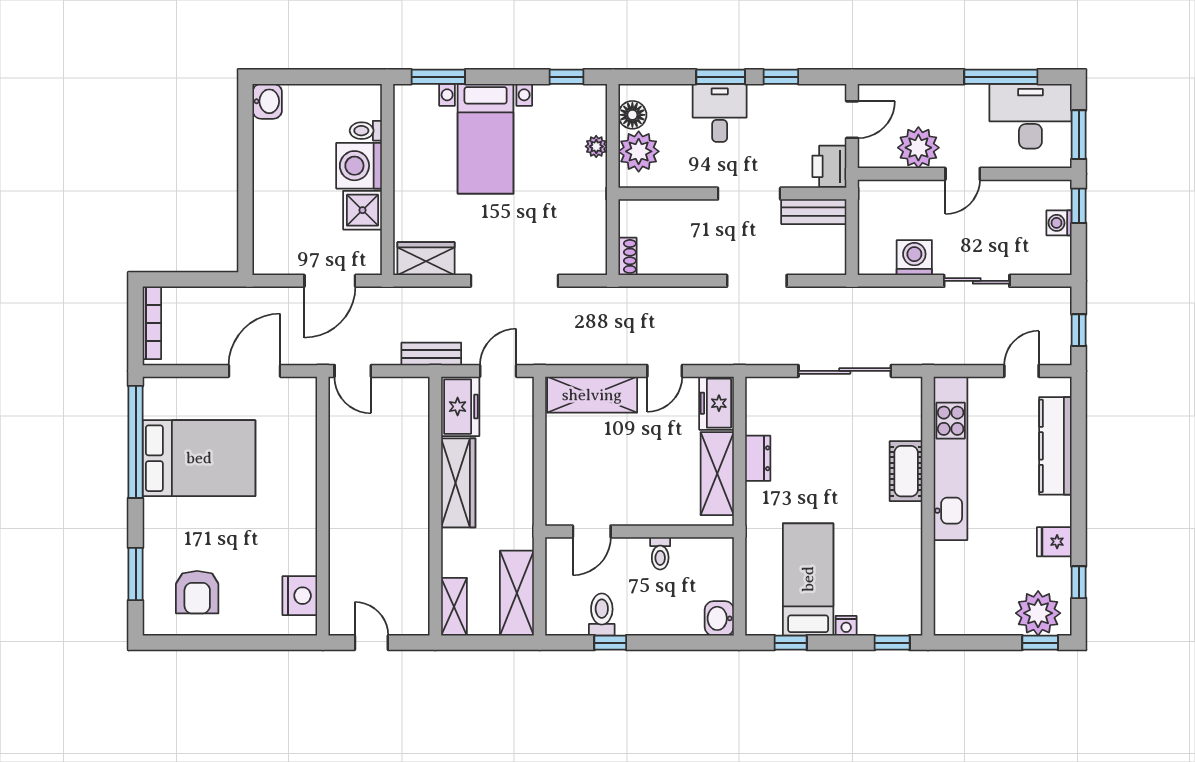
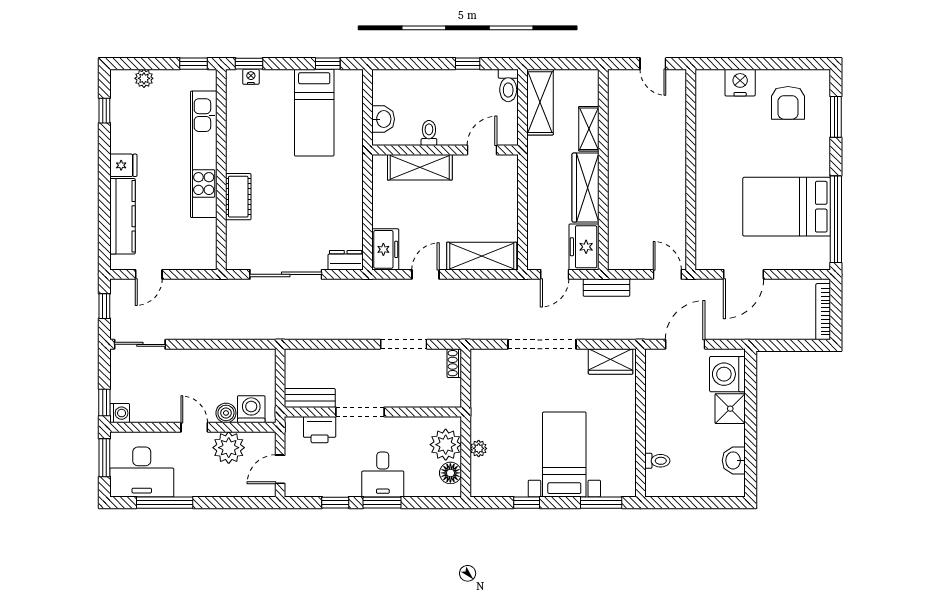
window: (567, 77) -> (527, 503), moved
washbasin: (267, 101) -> (734, 460), moved
washing machine: (359, 166) -> (727, 374), moved, turned 180
printer: (829, 166) -> (320, 430), moved, turned 90
door: (963, 174) -> (194, 427), hinge flipped
boiler: (922, 192) -> (226, 413), added
shower: (362, 210) -> (730, 409), moved
washing machine: (1059, 223) -> (120, 413), moved
washing machine: (914, 258) -> (251, 409), moved, turned 180
doorway: (757, 281) -> (404, 344), moved
sliding door: (977, 281) -> (140, 344), moved
dresser: (758, 458) -> (346, 260), moved, turned 90
kitchen unit: (951, 458) -> (204, 154), moved
shelving: (717, 474) -> (420, 167), moved, turned 90
fridge: (1054, 542) -> (123, 165), moved
armchair: (197, 592) -> (788, 103), turned 180
nightstand: (300, 596) -> (740, 83), moved, turned 90
shelving: (454, 607) -> (589, 129), moved
plant: (1038, 613) -> (144, 78), width x0.53, depth x0.53
toilet: (602, 615) -> (508, 85), moved
washbasin: (719, 618) -> (383, 119), moved
nightstand: (846, 626) -> (251, 77), moved
window: (1040, 643) -> (194, 64), moved

